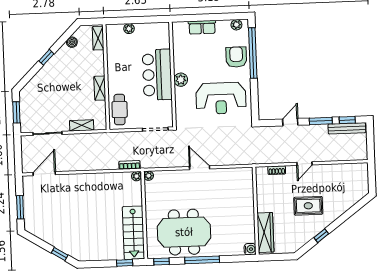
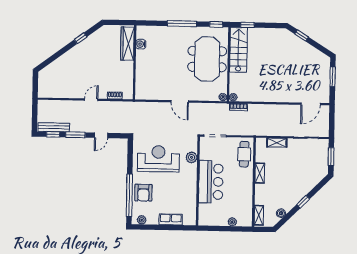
plant: (181, 80) -> (192, 157), moved
rug: (308, 206) -> (90, 64), removed
meeting table: (184, 232) -> (207, 59), moved, turned 90
water cooler: (250, 249) -> (141, 44), moved

